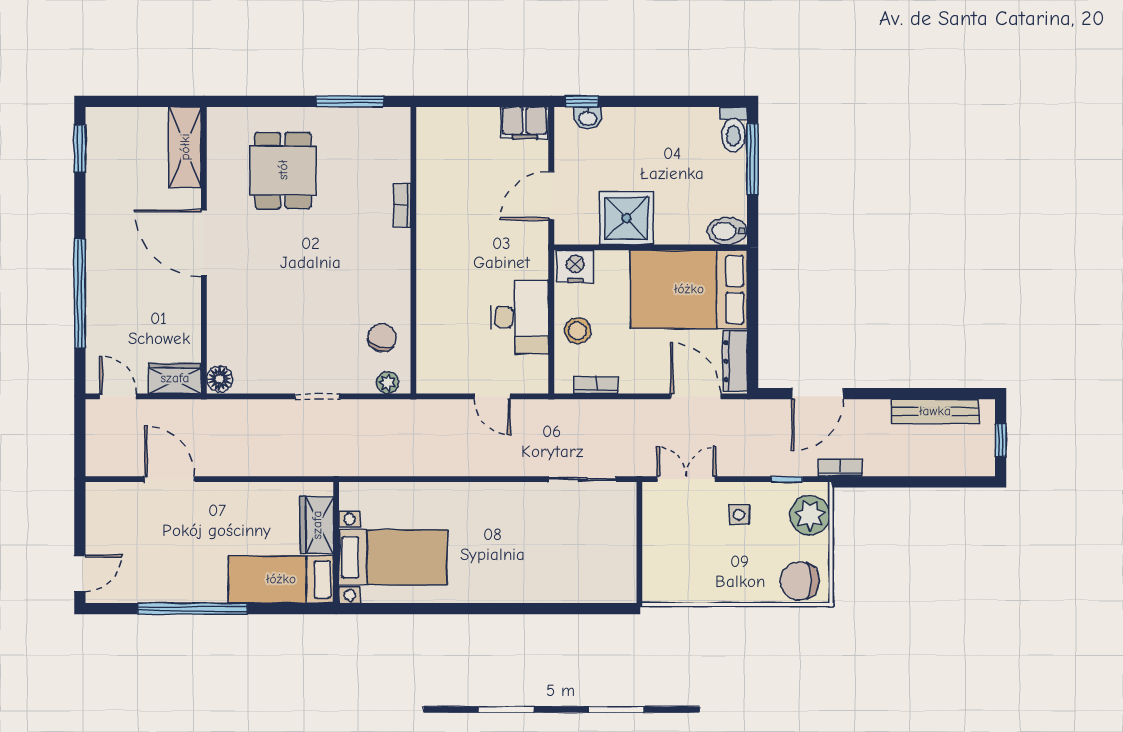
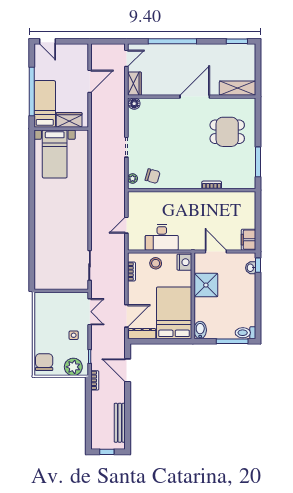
wardrobe: (317, 525) -> (69, 120), moved
wall: (336, 542) -> (61, 129), moved
bed with nightstands: (393, 557) -> (55, 154), moved
bed: (281, 579) -> (45, 104), moved

